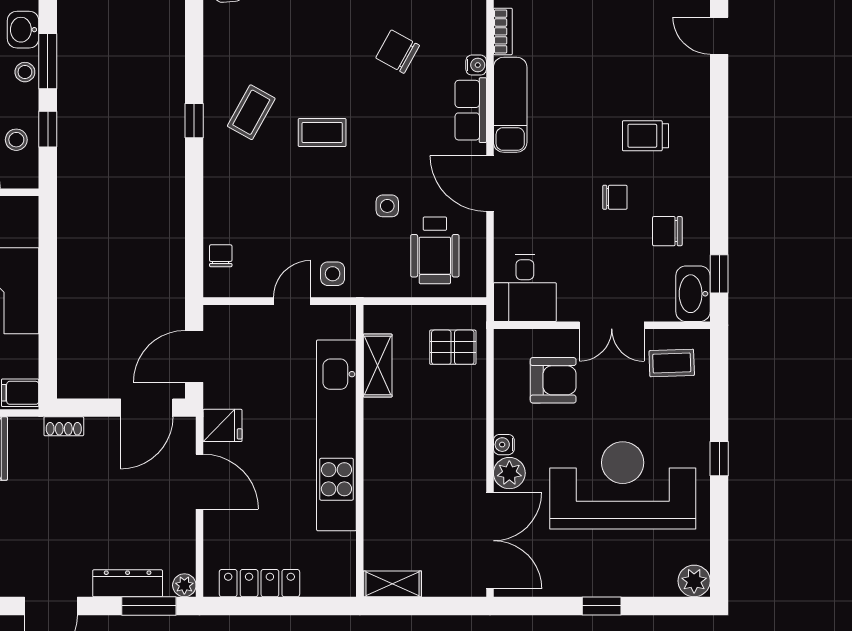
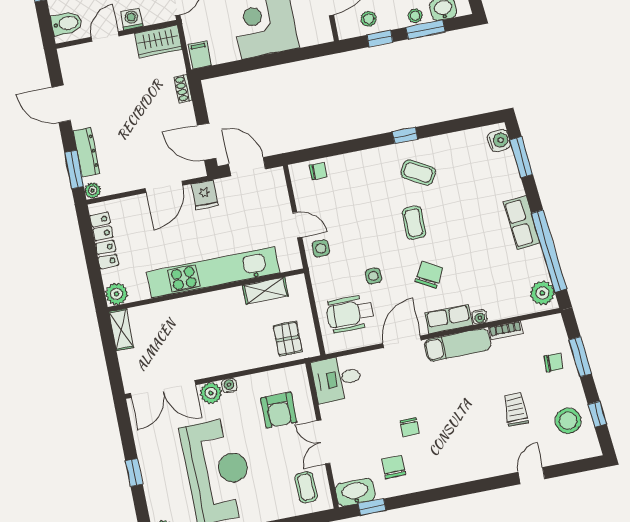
chair: (398, 52) -> (429, 275), moved
trolley: (646, 136) -> (516, 409), moved
plant: (340, 581) -> (116, 294), added

